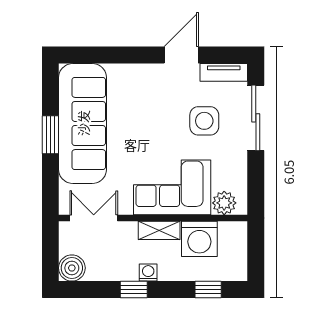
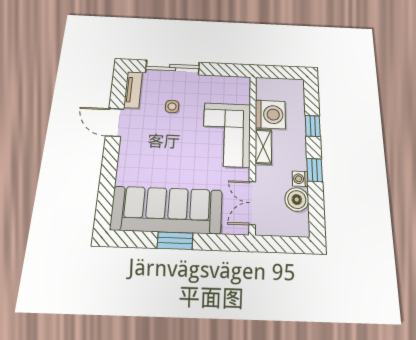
side table: (204, 121) -> (172, 106), width x0.54, depth x0.54
plant: (224, 203) -> (241, 94), removed
boiler: (72, 268) -> (297, 200), moved
washing machine: (148, 272) -> (300, 179), moved
window: (208, 289) -> (313, 126), moved

